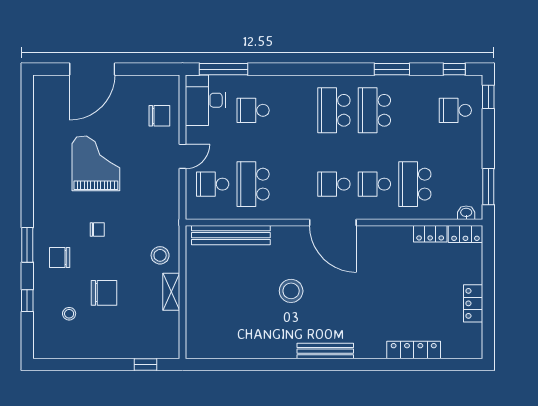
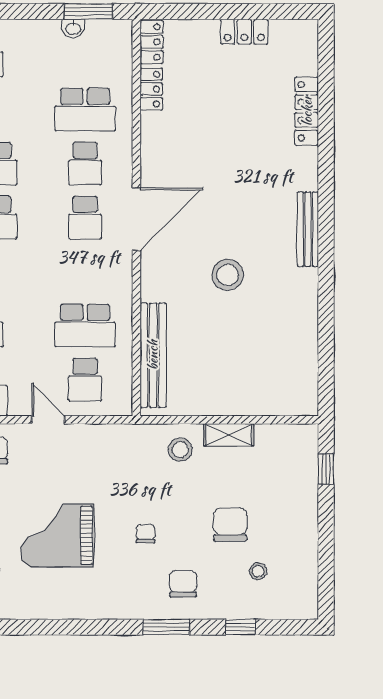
washbasin: (466, 213) -> (73, 28), moved, turned -90
chair: (60, 258) -> (183, 584), turned 180

